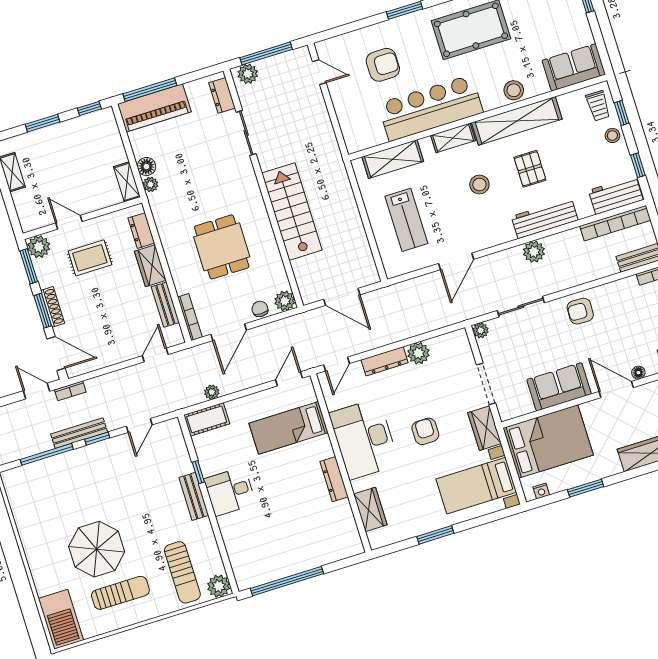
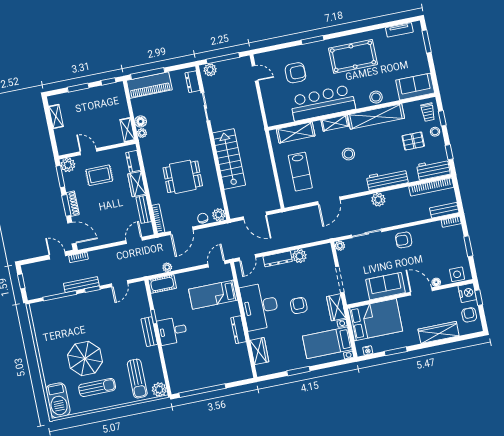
pallet: (530, 169) -> (413, 141), moved, turned 90
dining table: (222, 247) -> (183, 177), turned 90

